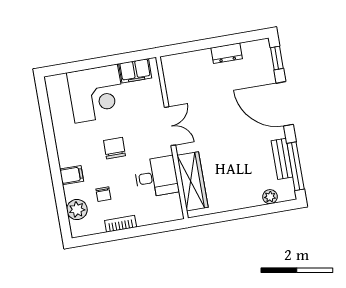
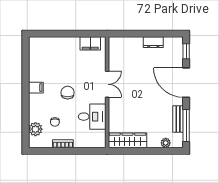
corner desk: (96, 94) -> (62, 54), removed
filing cabinet: (72, 175) -> (36, 88), moved
wardrobe: (192, 181) -> (127, 140), moved, turned -90

